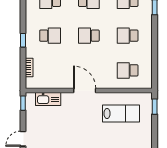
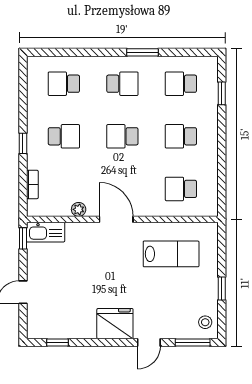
plant: (60, 84) -> (79, 209), added
kitchen sink: (48, 99) -> (46, 232), moved
window: (155, 107) -> (222, 289), moved

